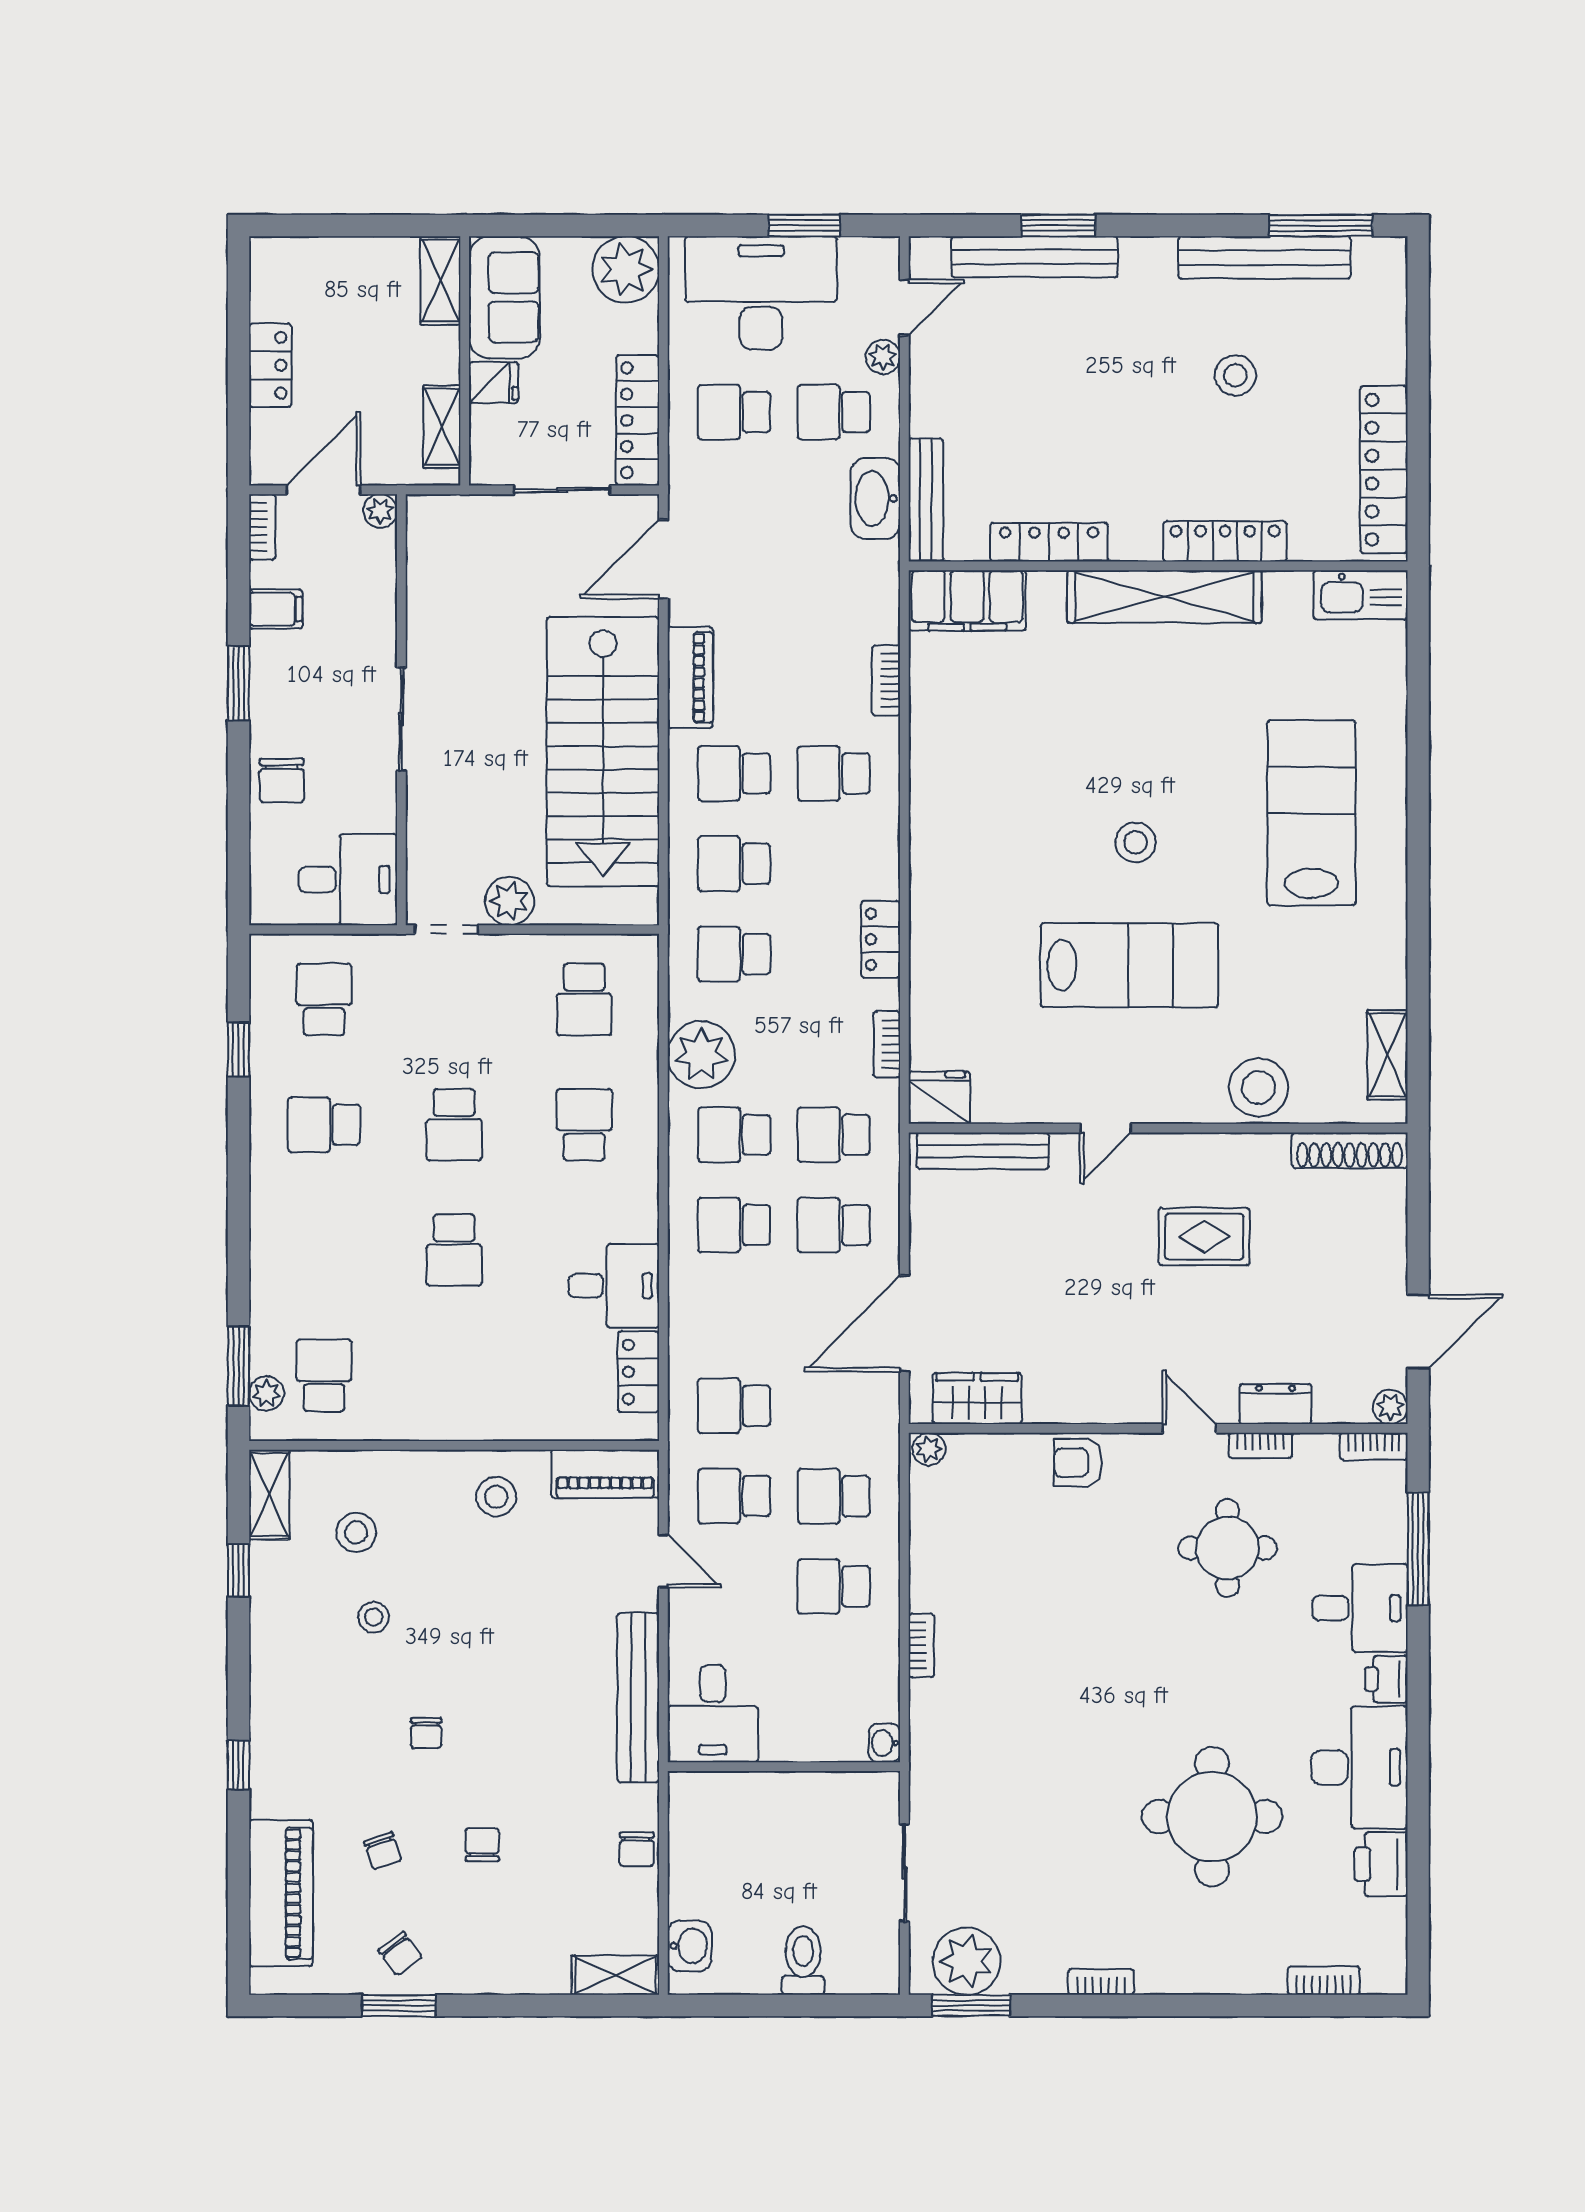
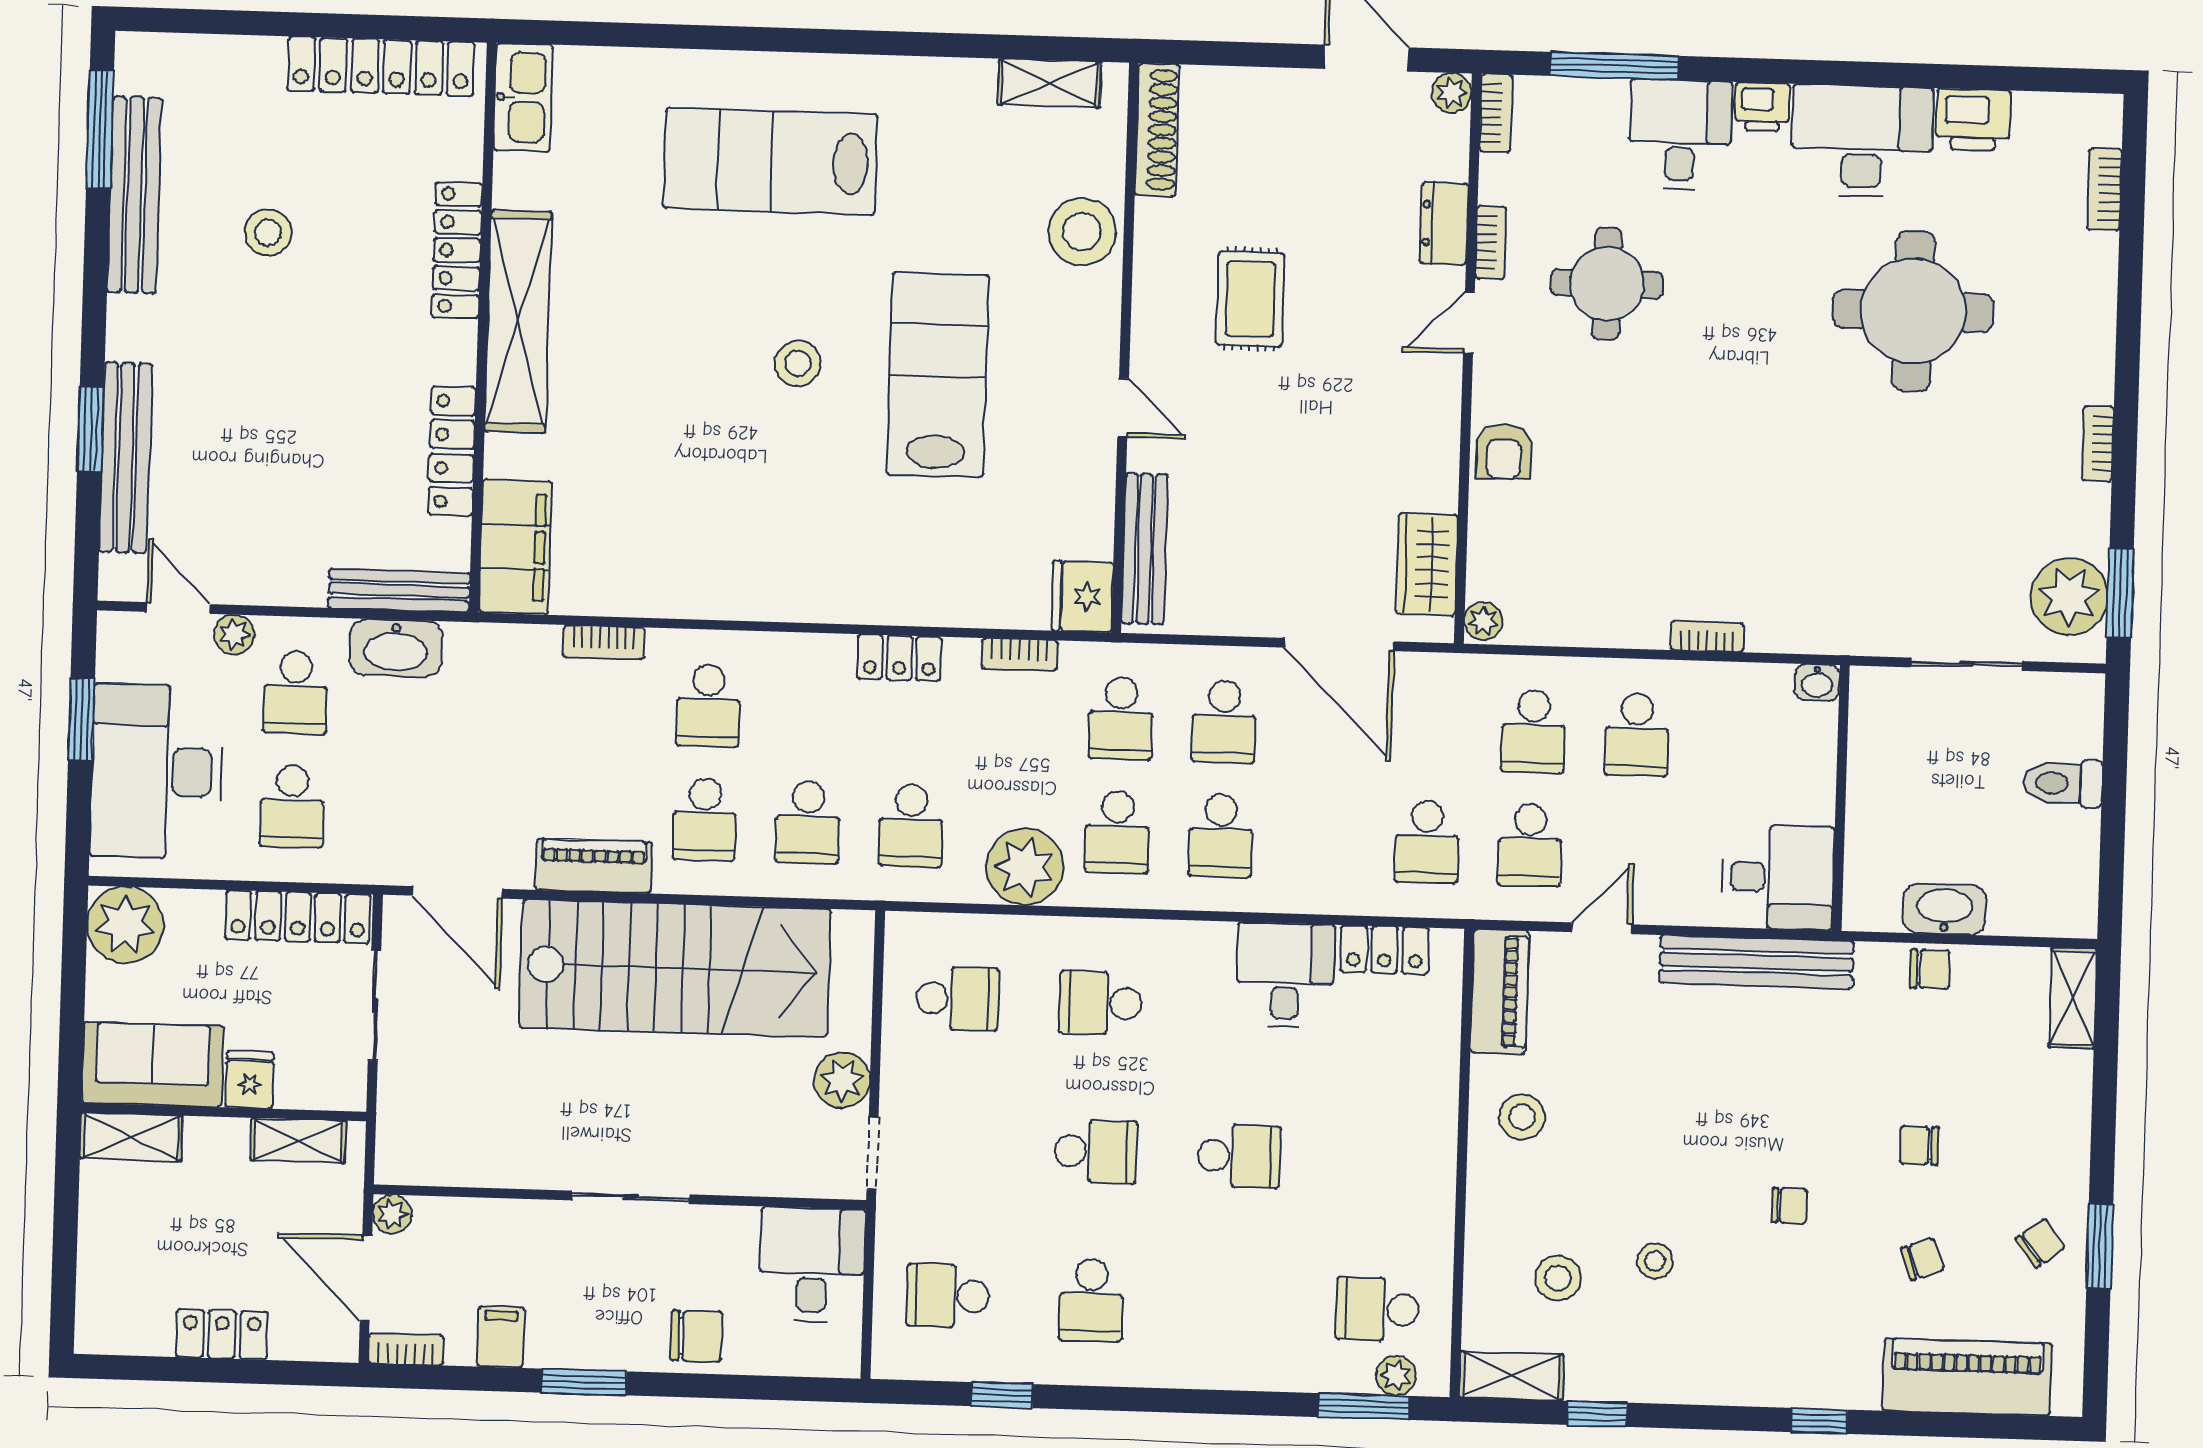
washbasin: (689, 1946) -> (1945, 909), moved, width x1.38

